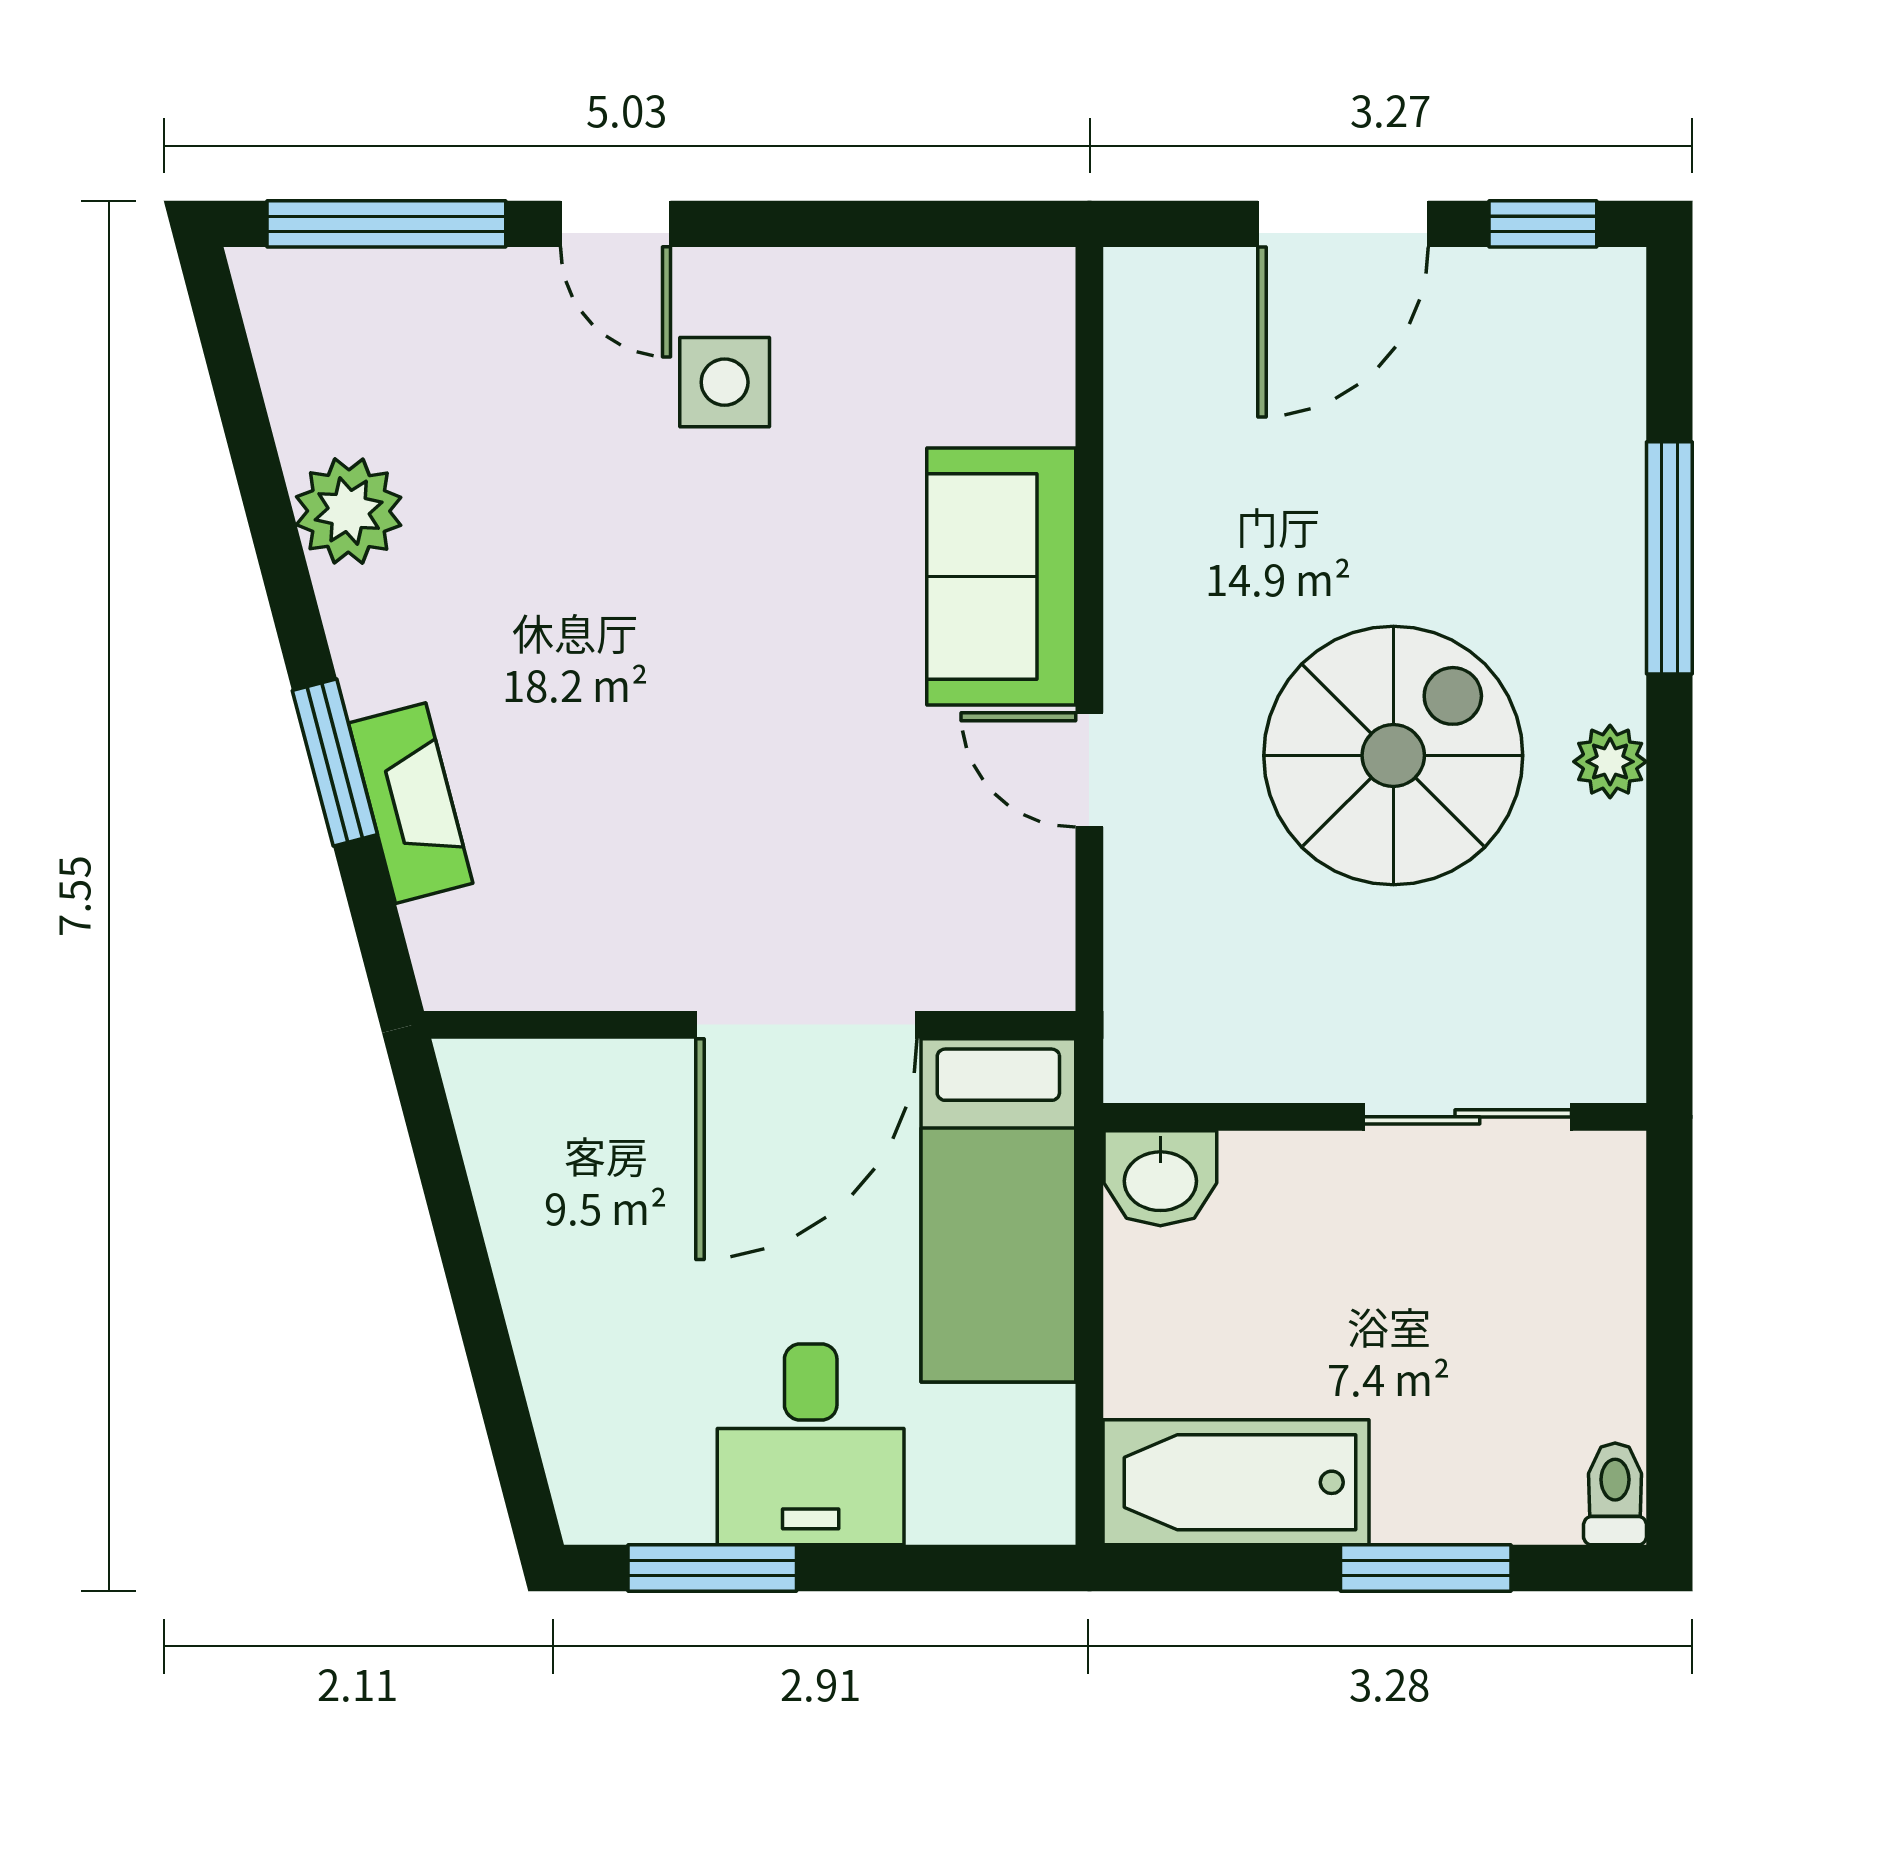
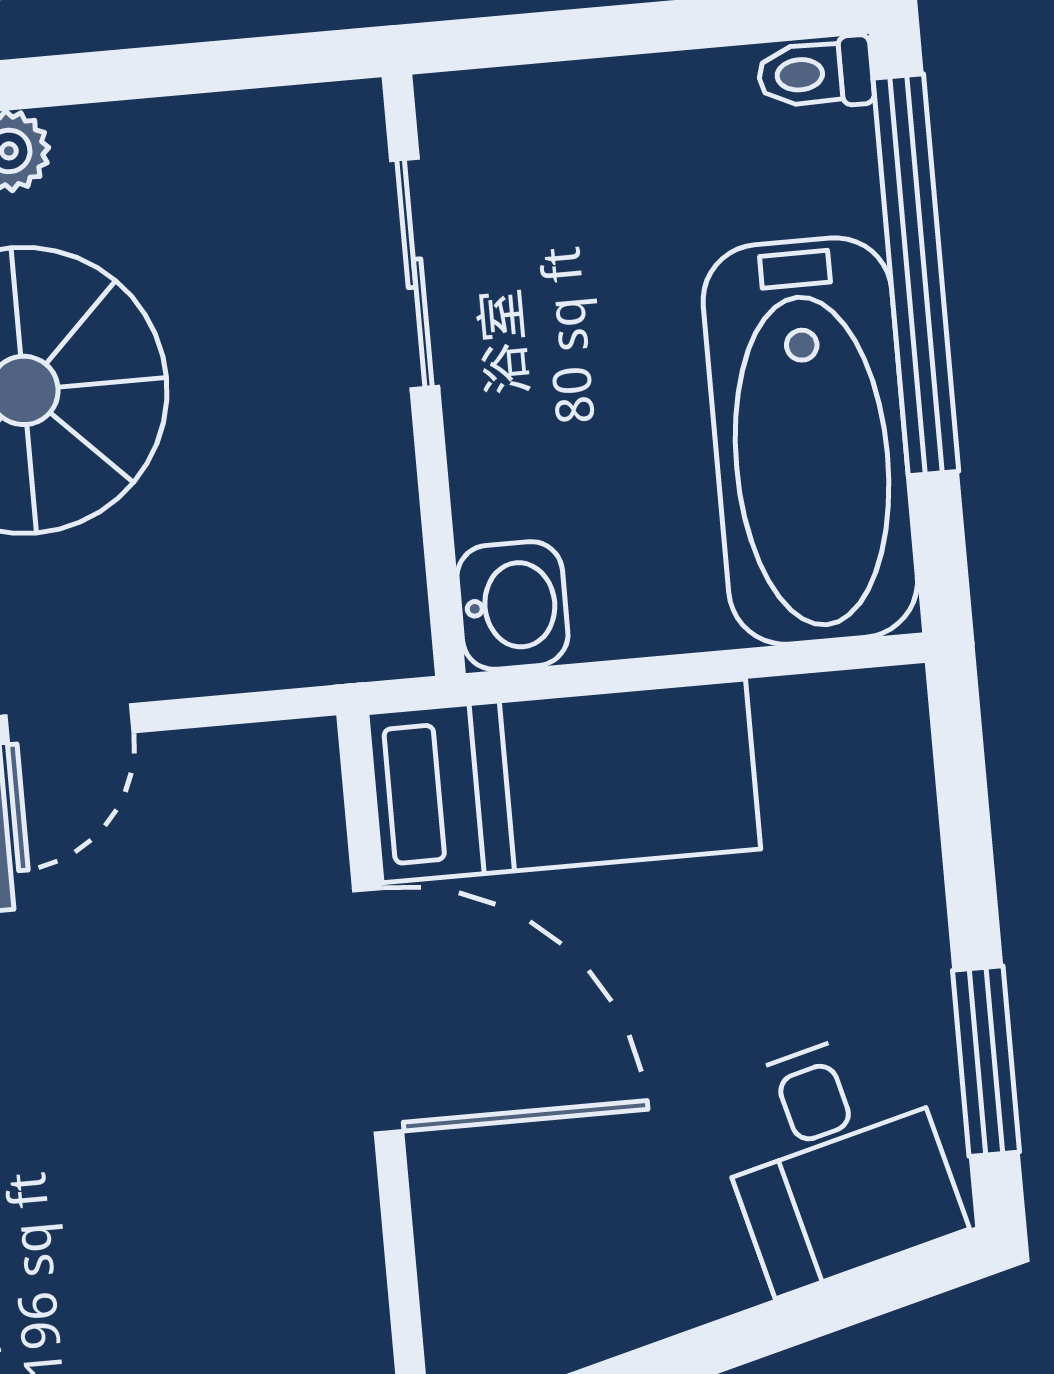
desk: (811, 1444) -> (835, 1159), moved, turned 75
bathtub: (1236, 1482) -> (810, 441), width x1.36, depth x1.36
window: (1426, 1568) -> (916, 275), width x2.11

